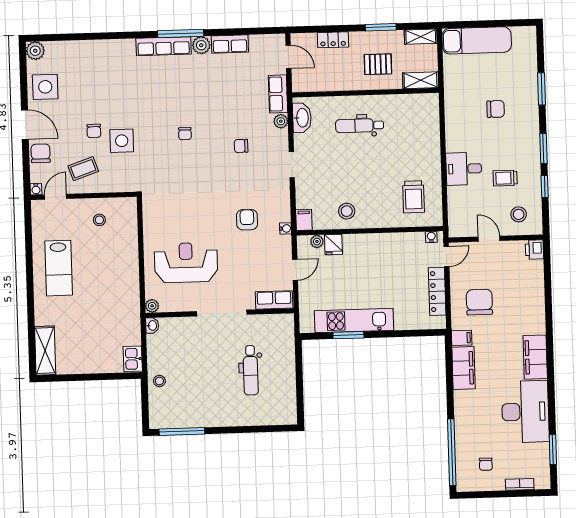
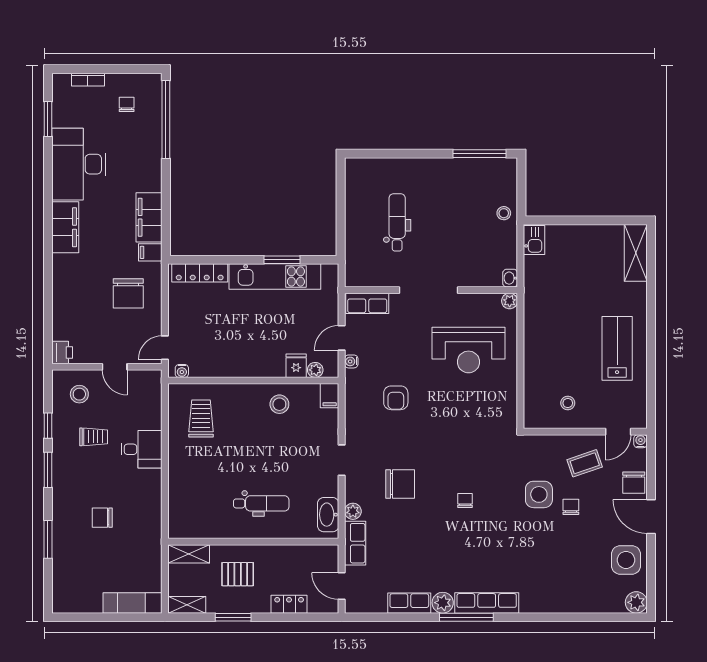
exam couch: (477, 40) -> (132, 603), width x0.73, depth x0.69
chair: (241, 146) -> (400, 484), width x1.87, depth x1.87
water cooler: (286, 228) -> (351, 361), moved
locker: (437, 291) -> (200, 273), moved, turned 90

